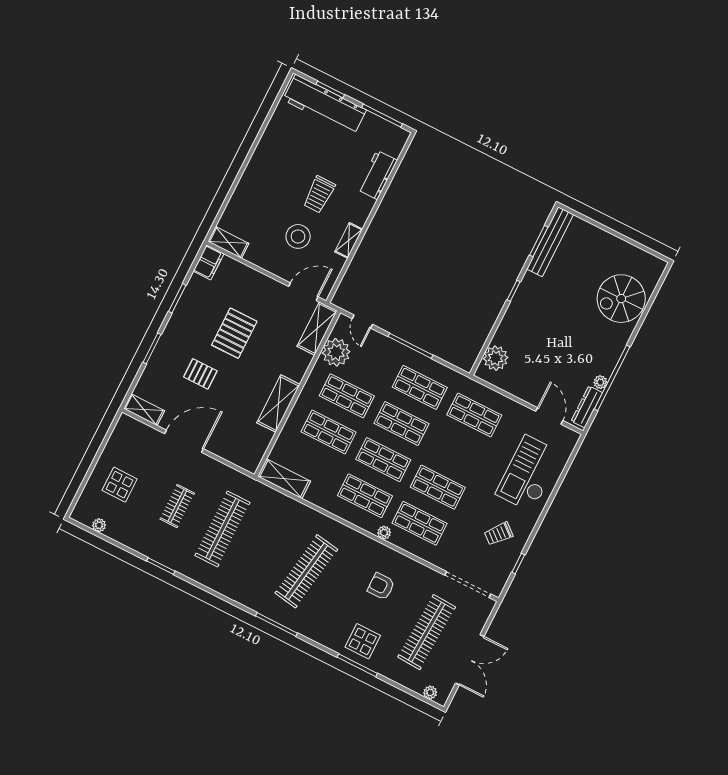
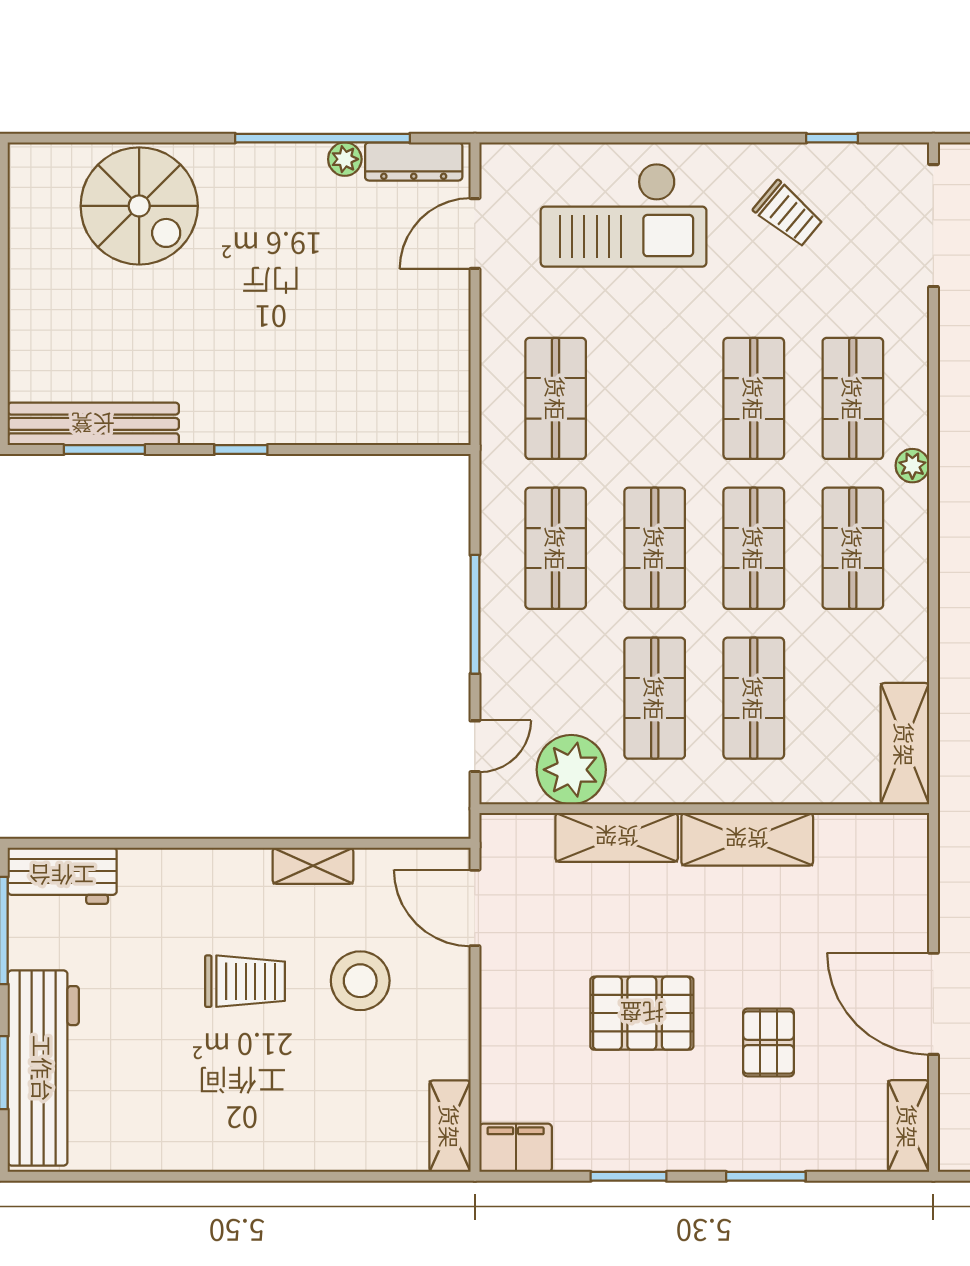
workbench: (377, 175) -> (62, 876), moved
shelving: (317, 329) -> (617, 837), moved
plant: (496, 358) -> (408, 415), removed

